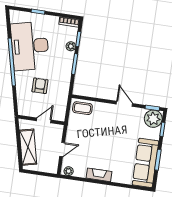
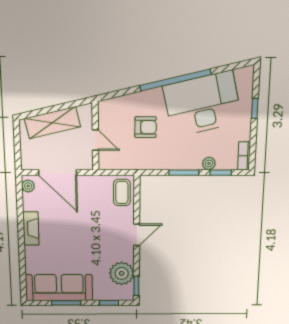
door: (124, 104) -> (137, 235), moved
plant: (153, 119) -> (122, 273), moved
door: (62, 150) -> (58, 173), width x1.87

